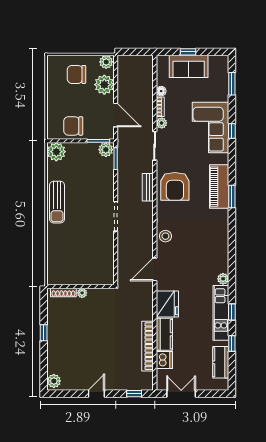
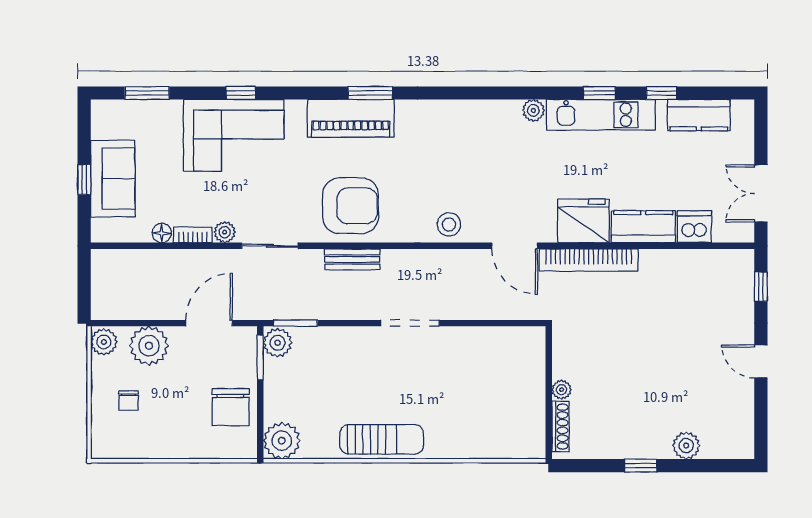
chair: (77, 74) -> (129, 401), width x0.54, depth x0.54
bookcase: (147, 346) -> (589, 260), moved
plant: (54, 381) -> (686, 446), moved

